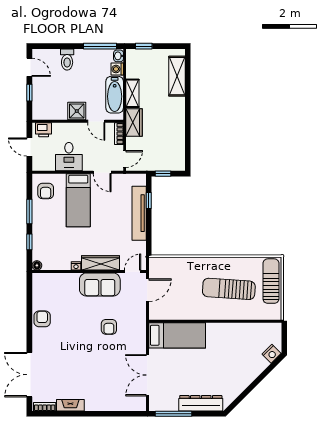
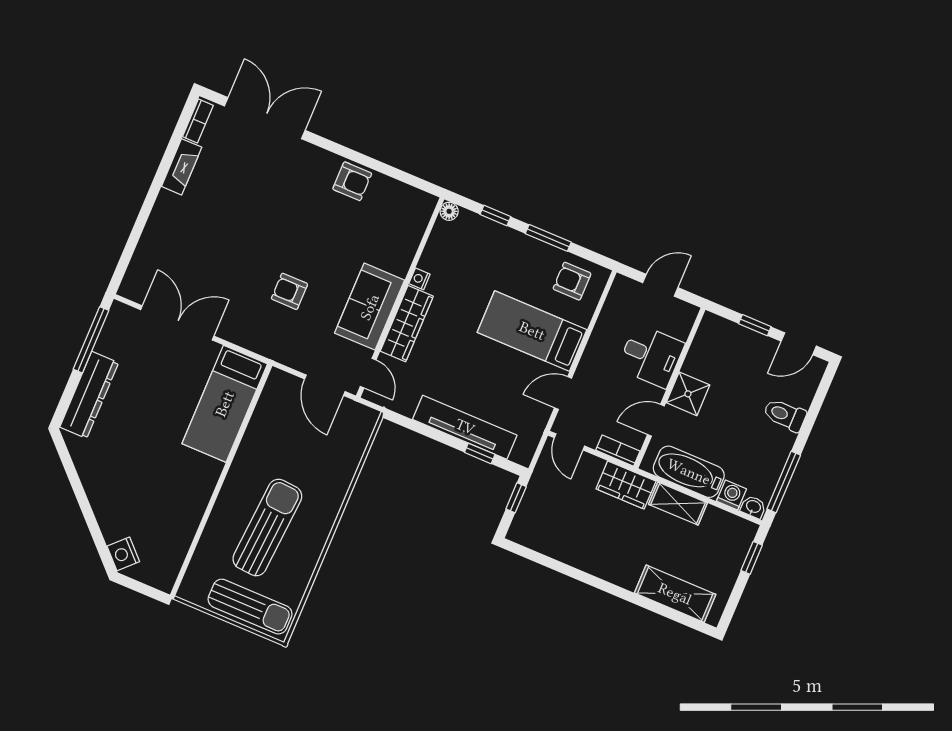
printer: (44, 130) -> (680, 322), removed
desk: (69, 157) -> (651, 356), moved, turned 180

